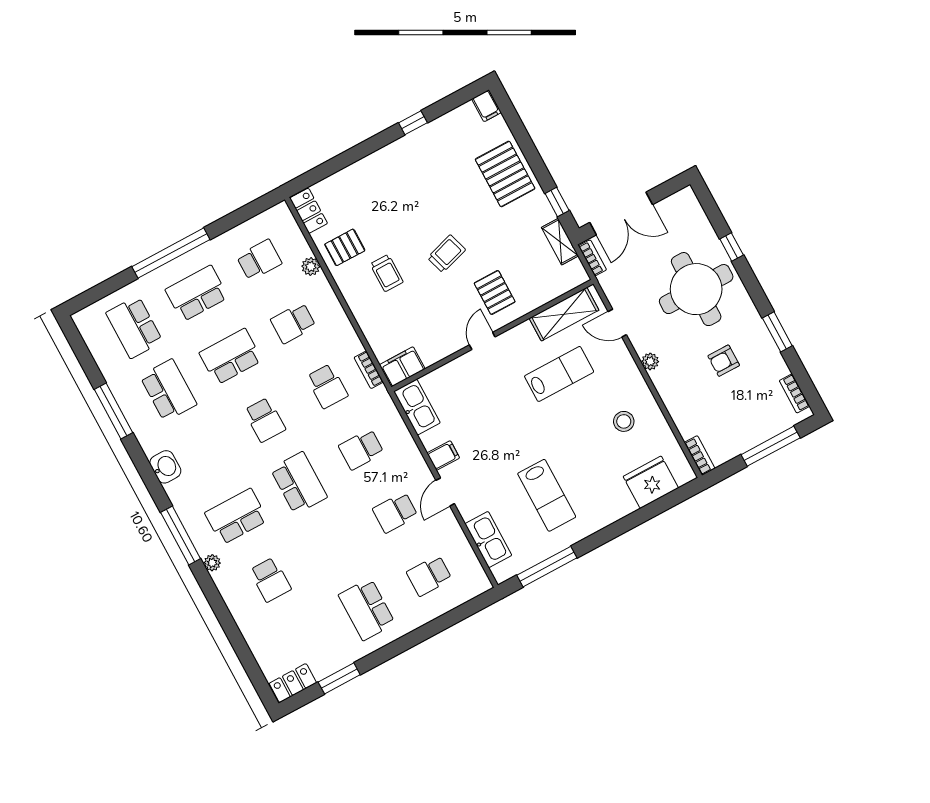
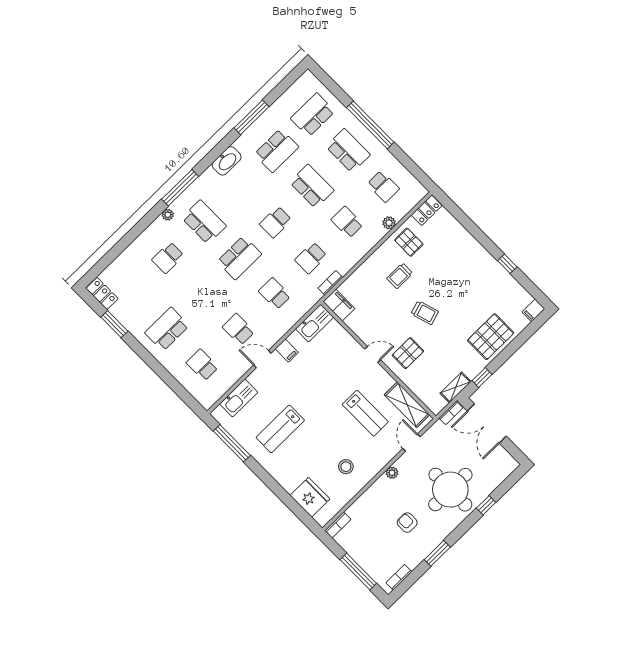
washbasin: (165, 467) -> (227, 161), width x1.38

